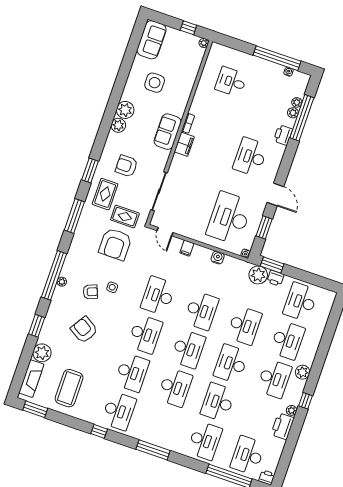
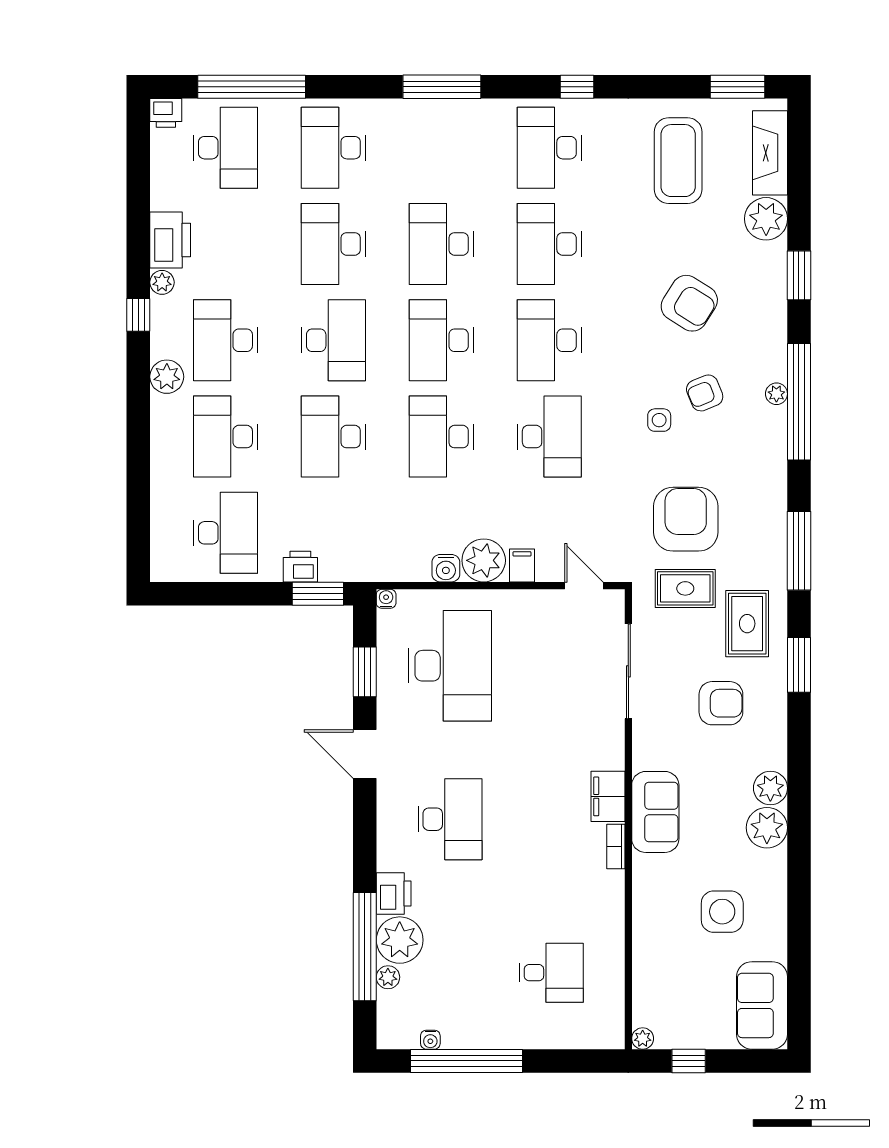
plant: (293, 113) -> (400, 940), width x1.88, depth x1.88
plant: (258, 275) -> (484, 560), moved
desk: (218, 402) -> (333, 244), turned 180

